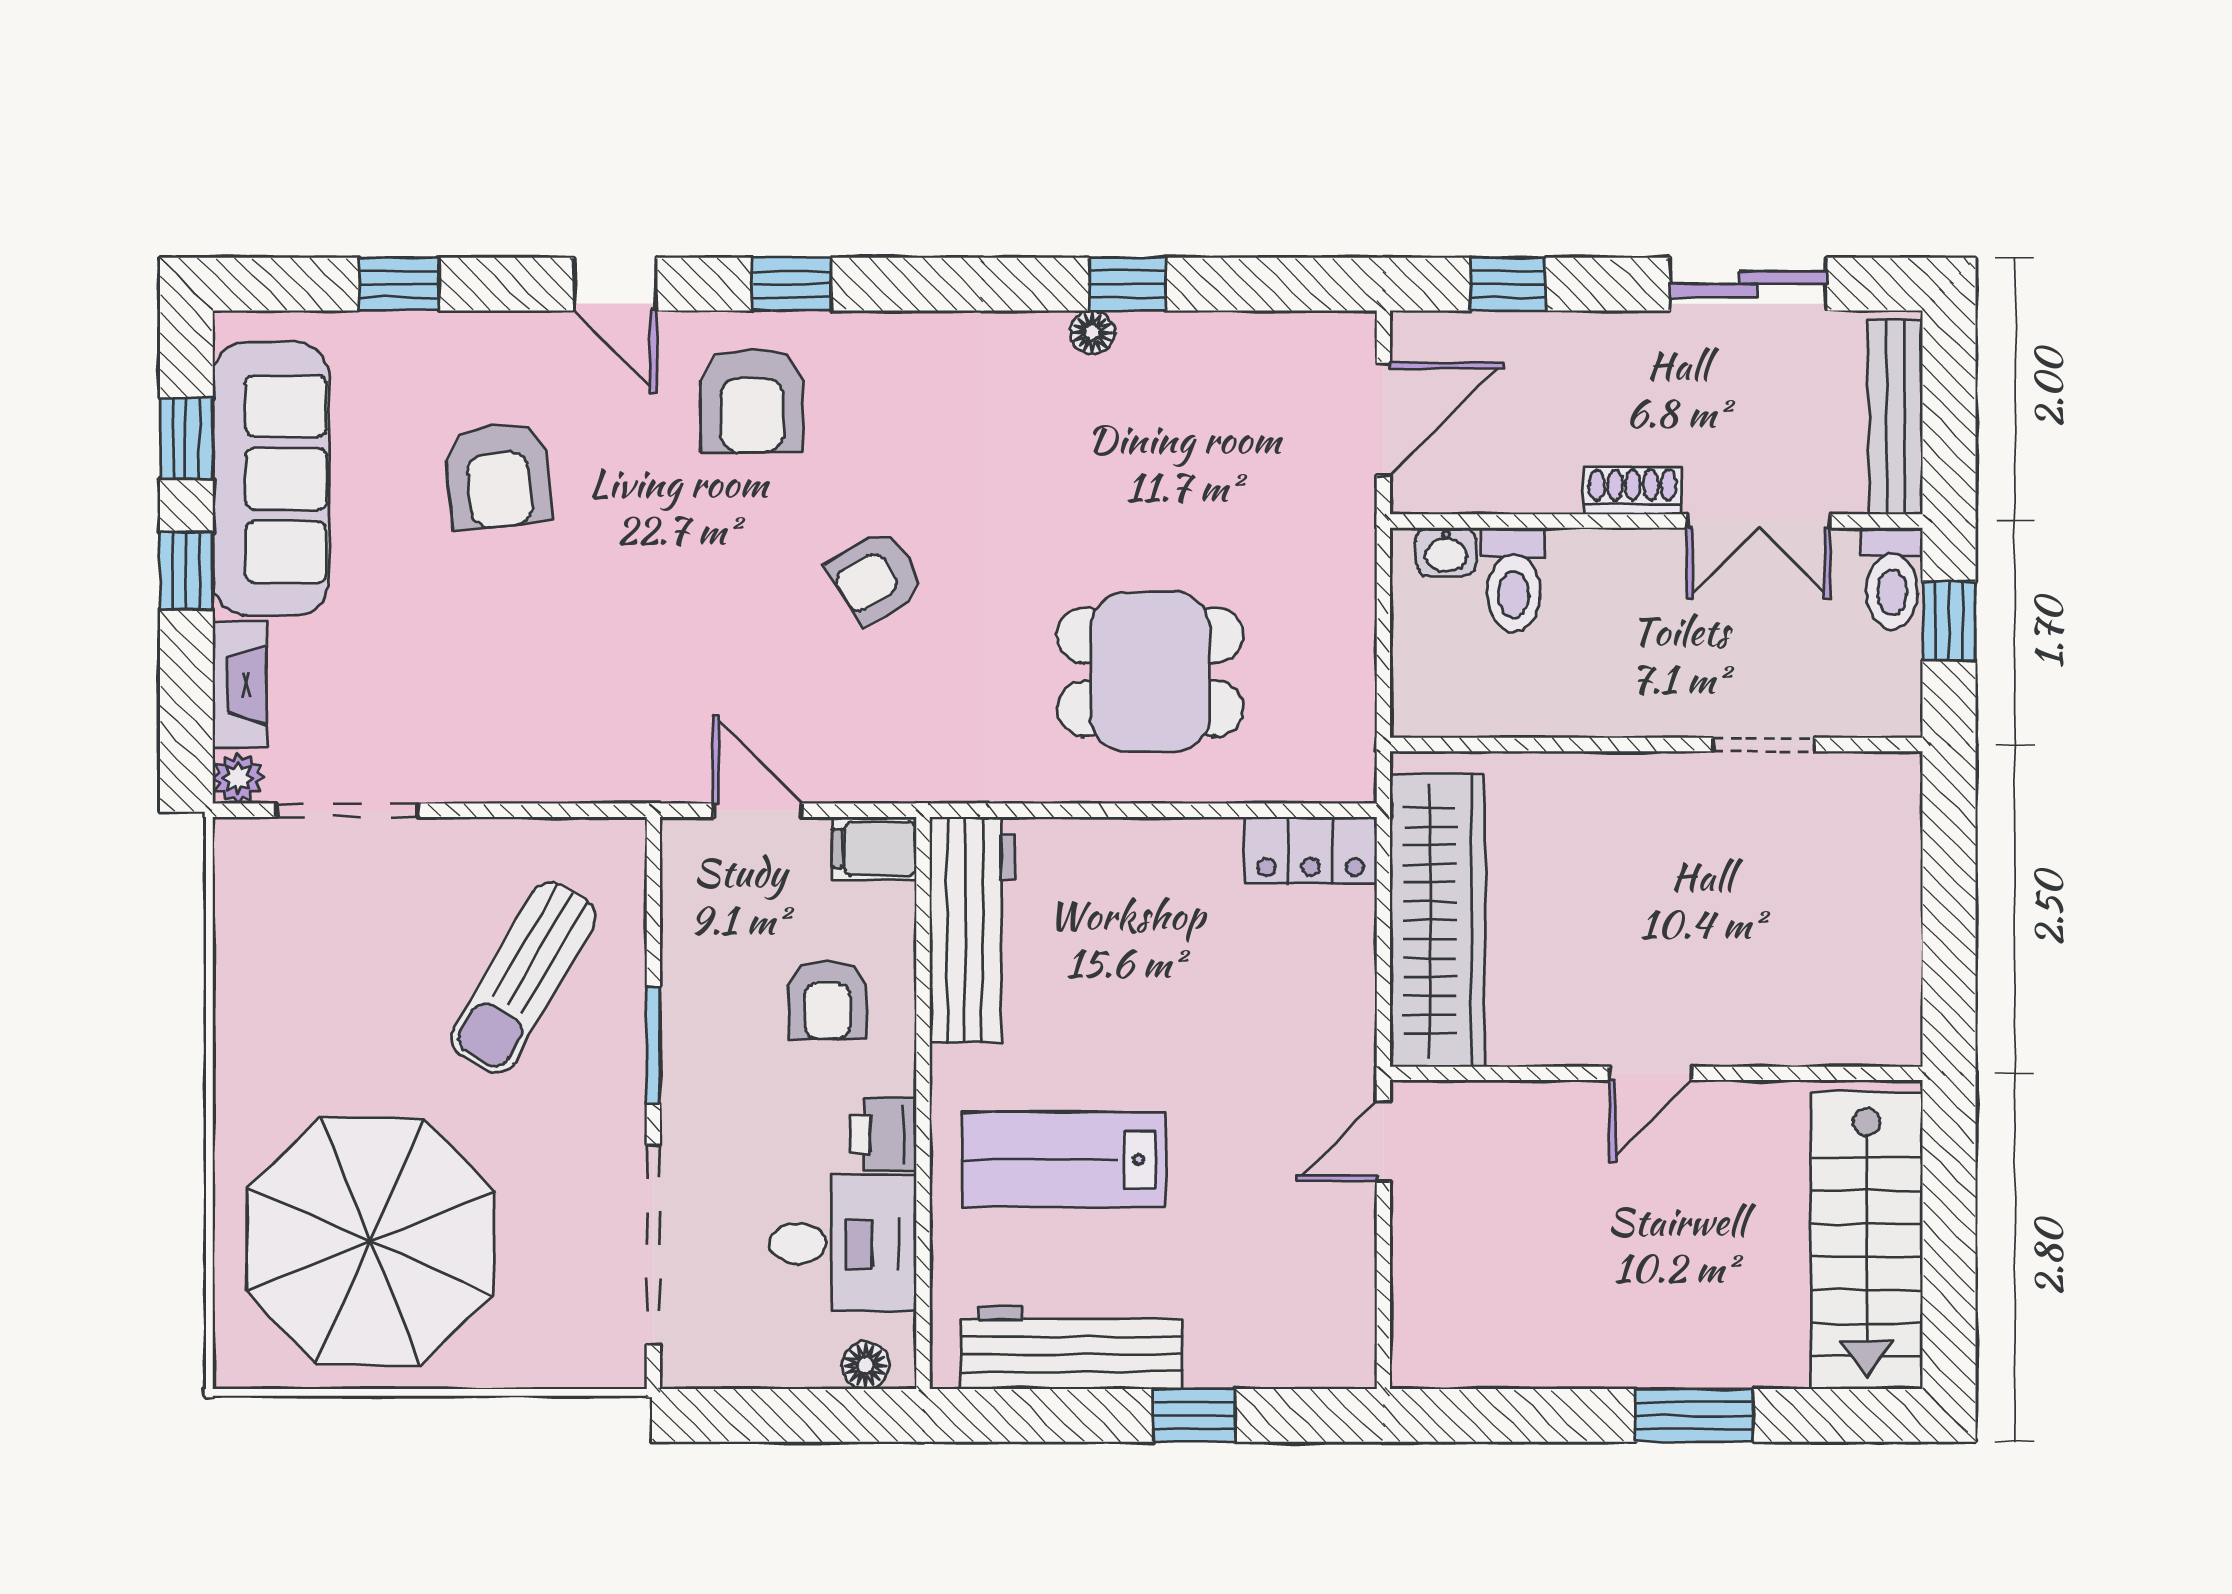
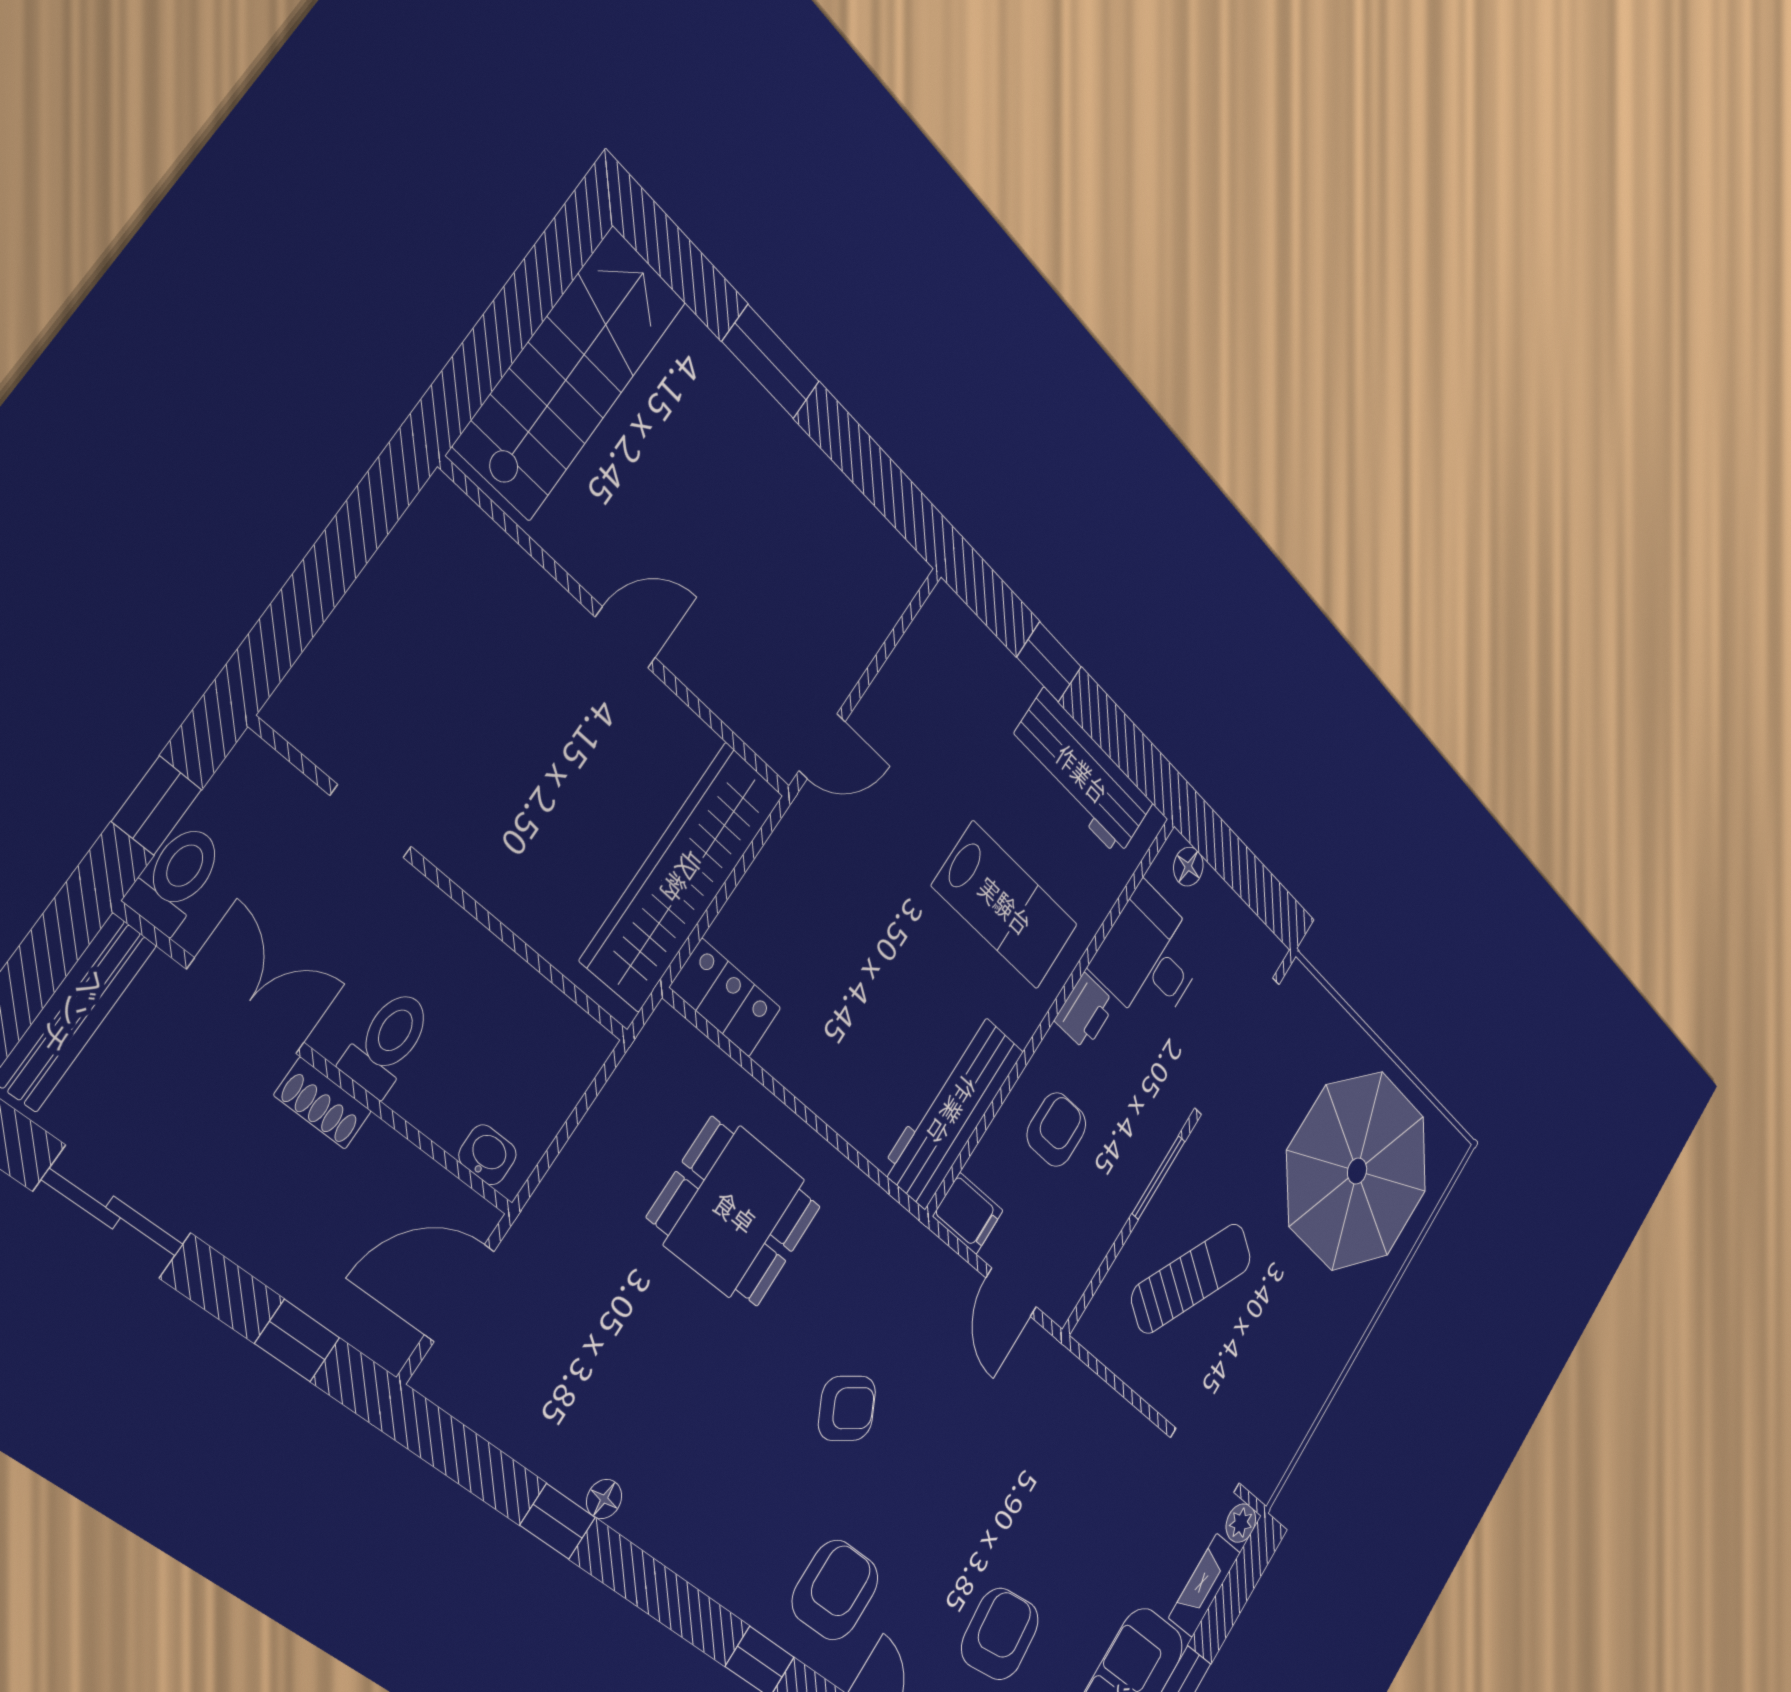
toilet: (1513, 580) -> (387, 1042), moved

